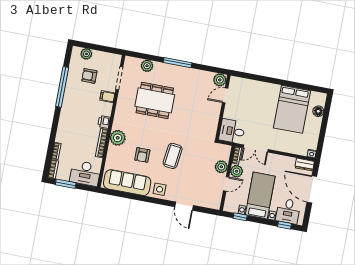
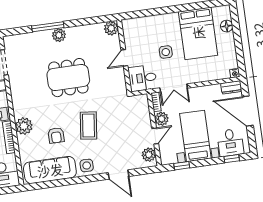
window: (177, 63) -> (48, 27), moved
plant: (147, 66) -> (59, 35), moved
door: (225, 95) -> (124, 58), moved
dining table: (155, 100) -> (68, 78), moved
side table: (259, 116) -> (166, 52), added
plant: (221, 167) -> (149, 155), moved

